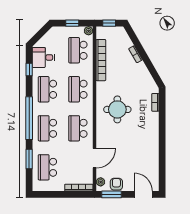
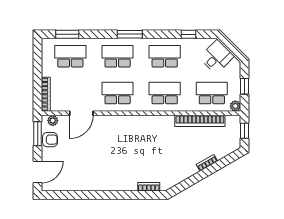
desk: (43, 57) -> (217, 57), moved, turned 45
round table: (117, 109) -> (140, 141), removed
window: (29, 118) -> (130, 34), width x0.47
door: (95, 158) -> (81, 113), hinge flipped
window: (29, 159) -> (67, 34), moved

